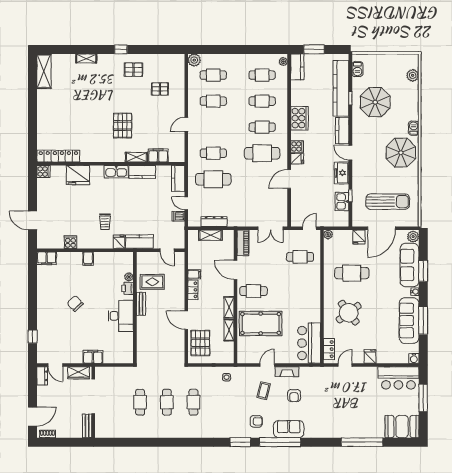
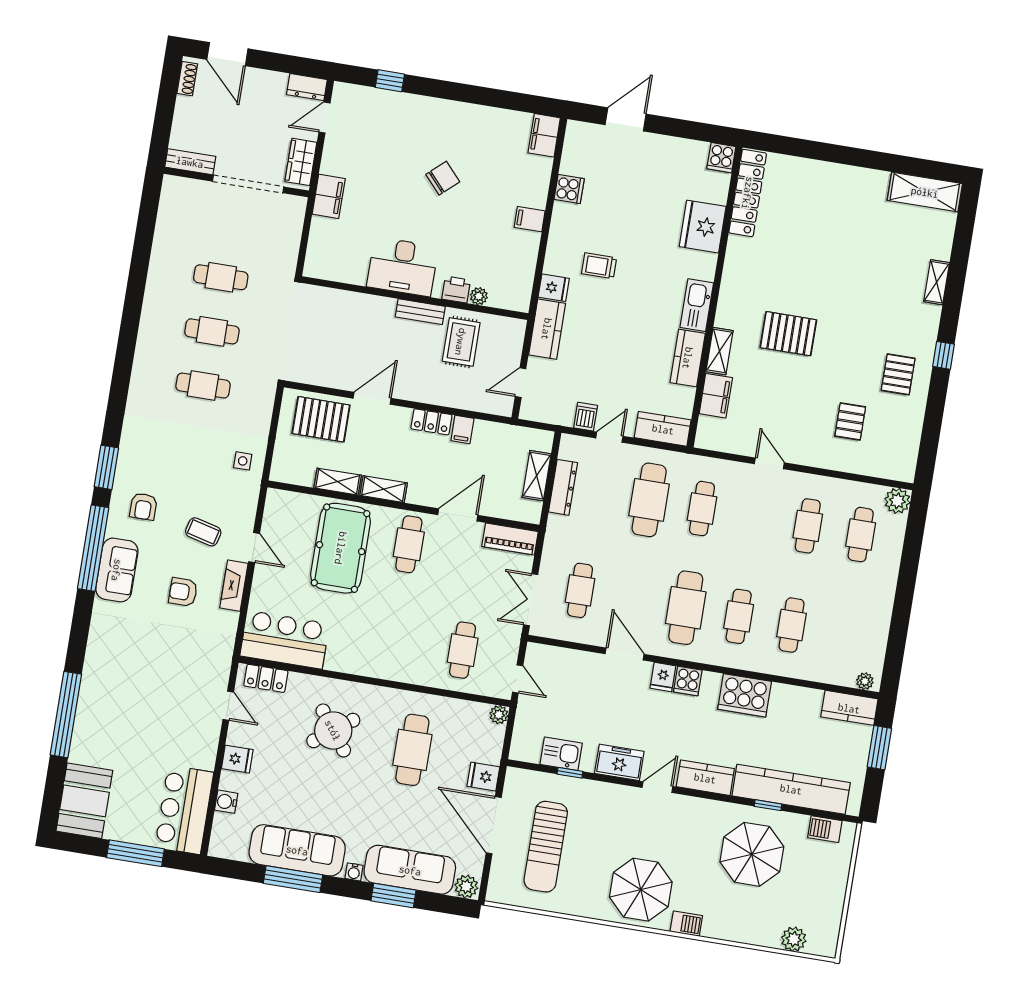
cafe table: (262, 75) -> (580, 590), moved
water cooler: (414, 358) -> (226, 802), moved

